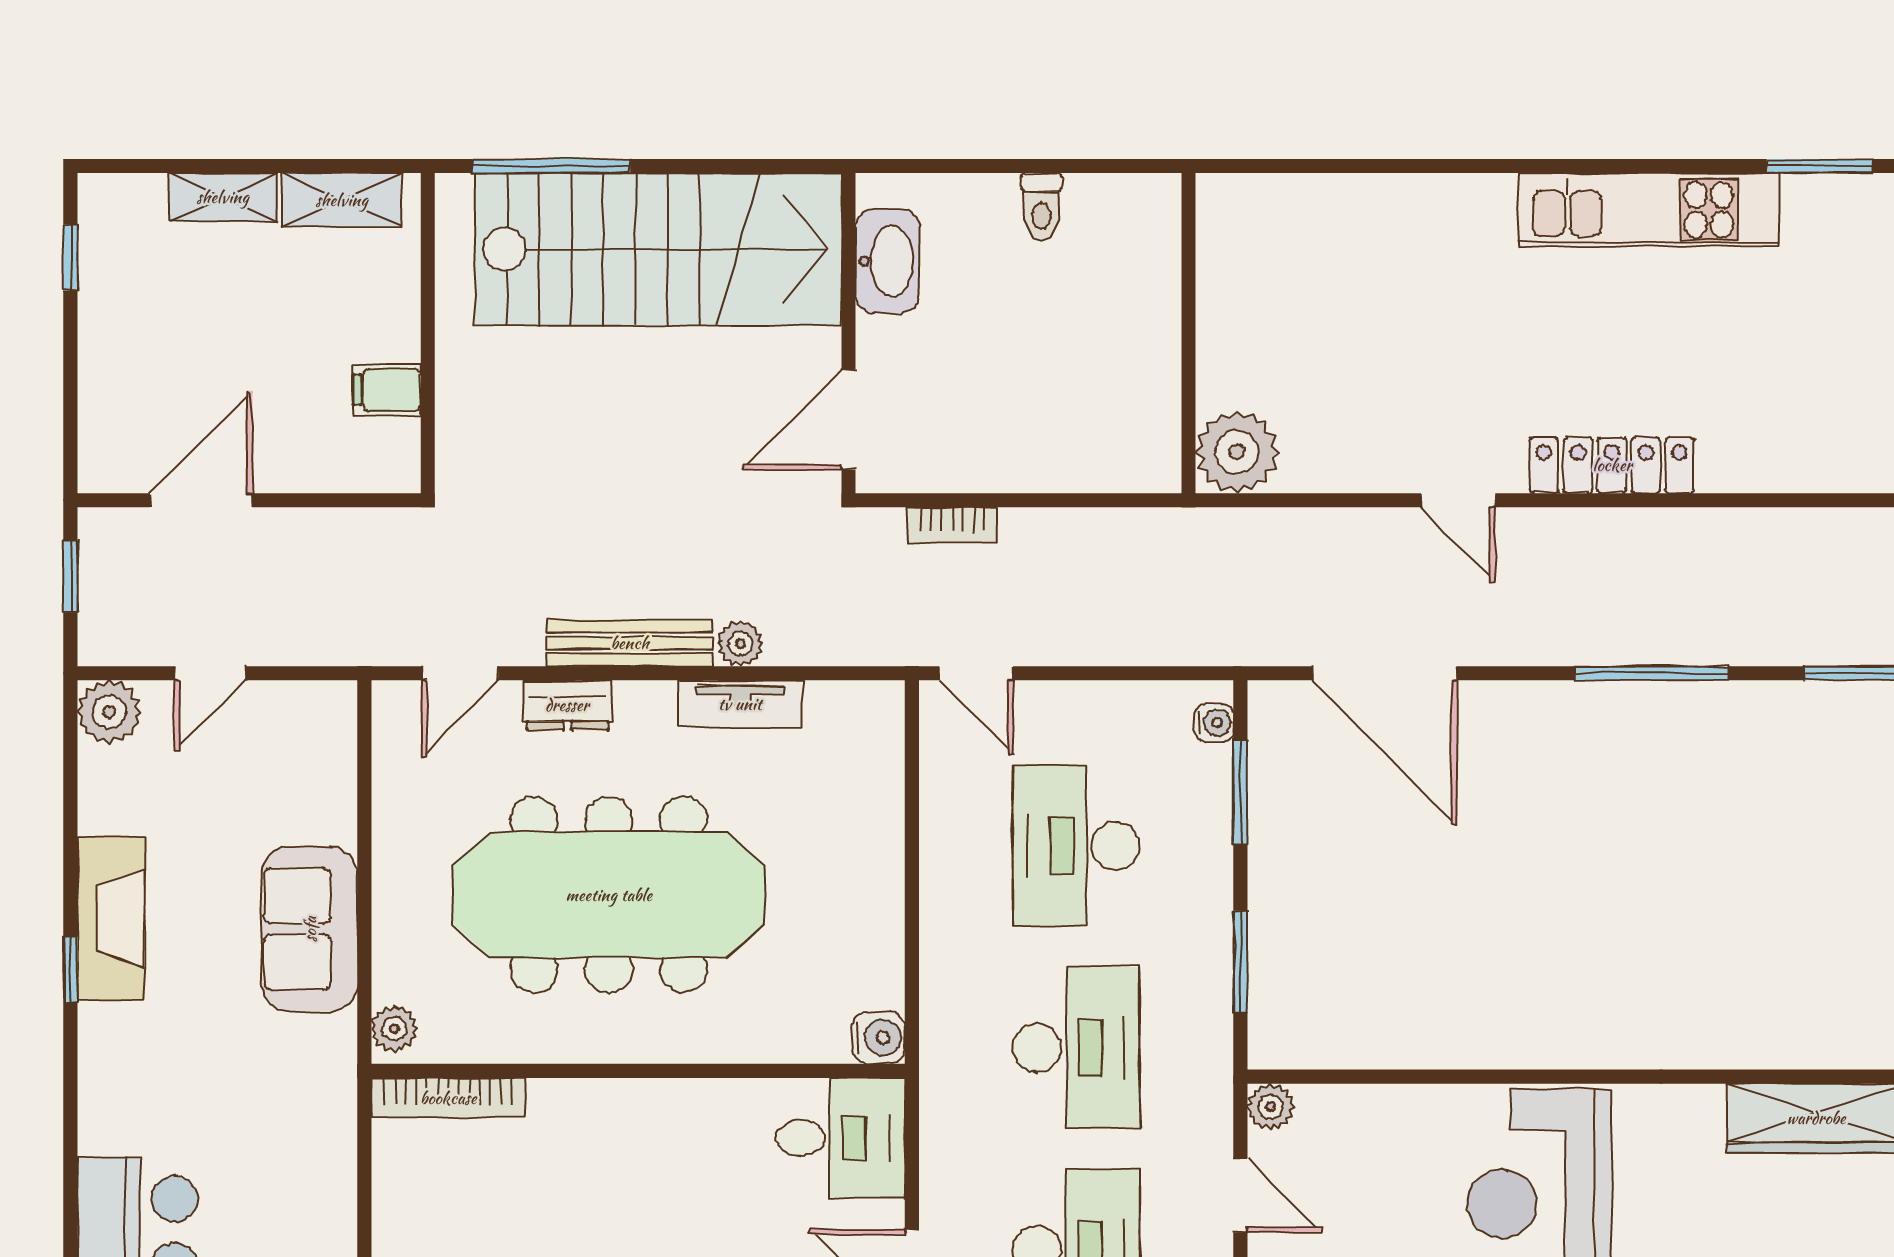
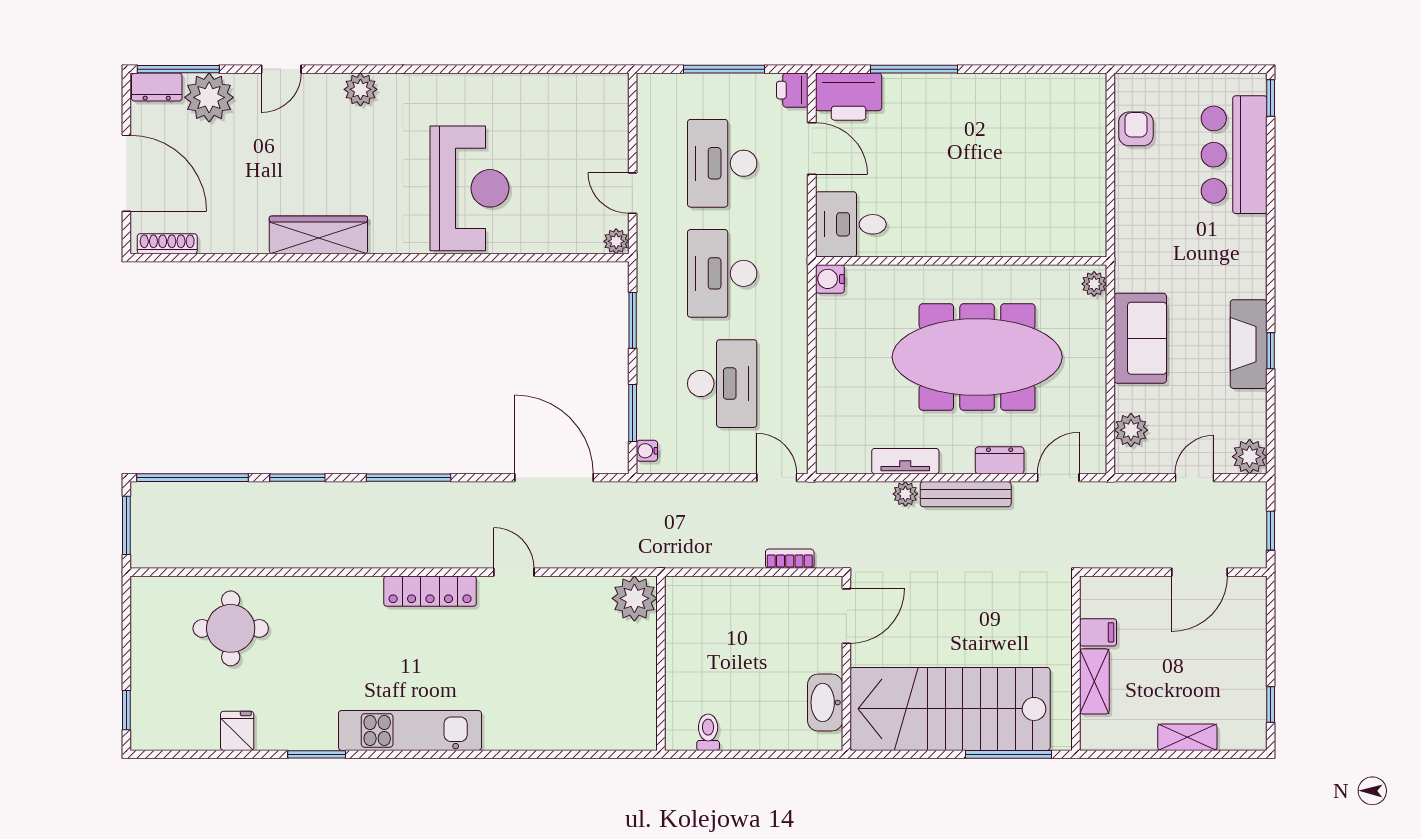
shelving: (342, 200) -> (1094, 681), moved, turned 90
toilet: (1041, 207) -> (708, 732), moved
plant: (327, 761) -> (1131, 430), added
window: (70, 970) -> (1271, 351), moved
bookcase: (448, 1098) -> (1065, 246), removed

